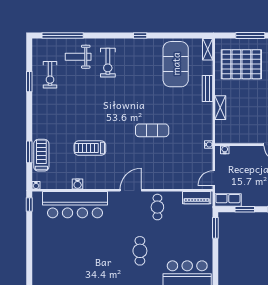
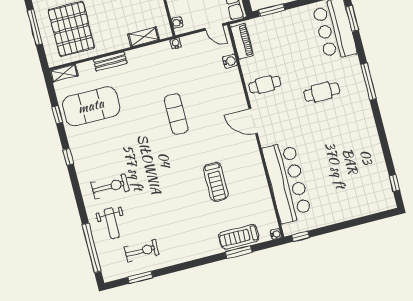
window: (176, 36) -> (57, 115), added
window: (29, 82) -> (140, 277), moved
shelving: (220, 108) -> (144, 37), moved
water cooler: (78, 184) -> (230, 61), moved

